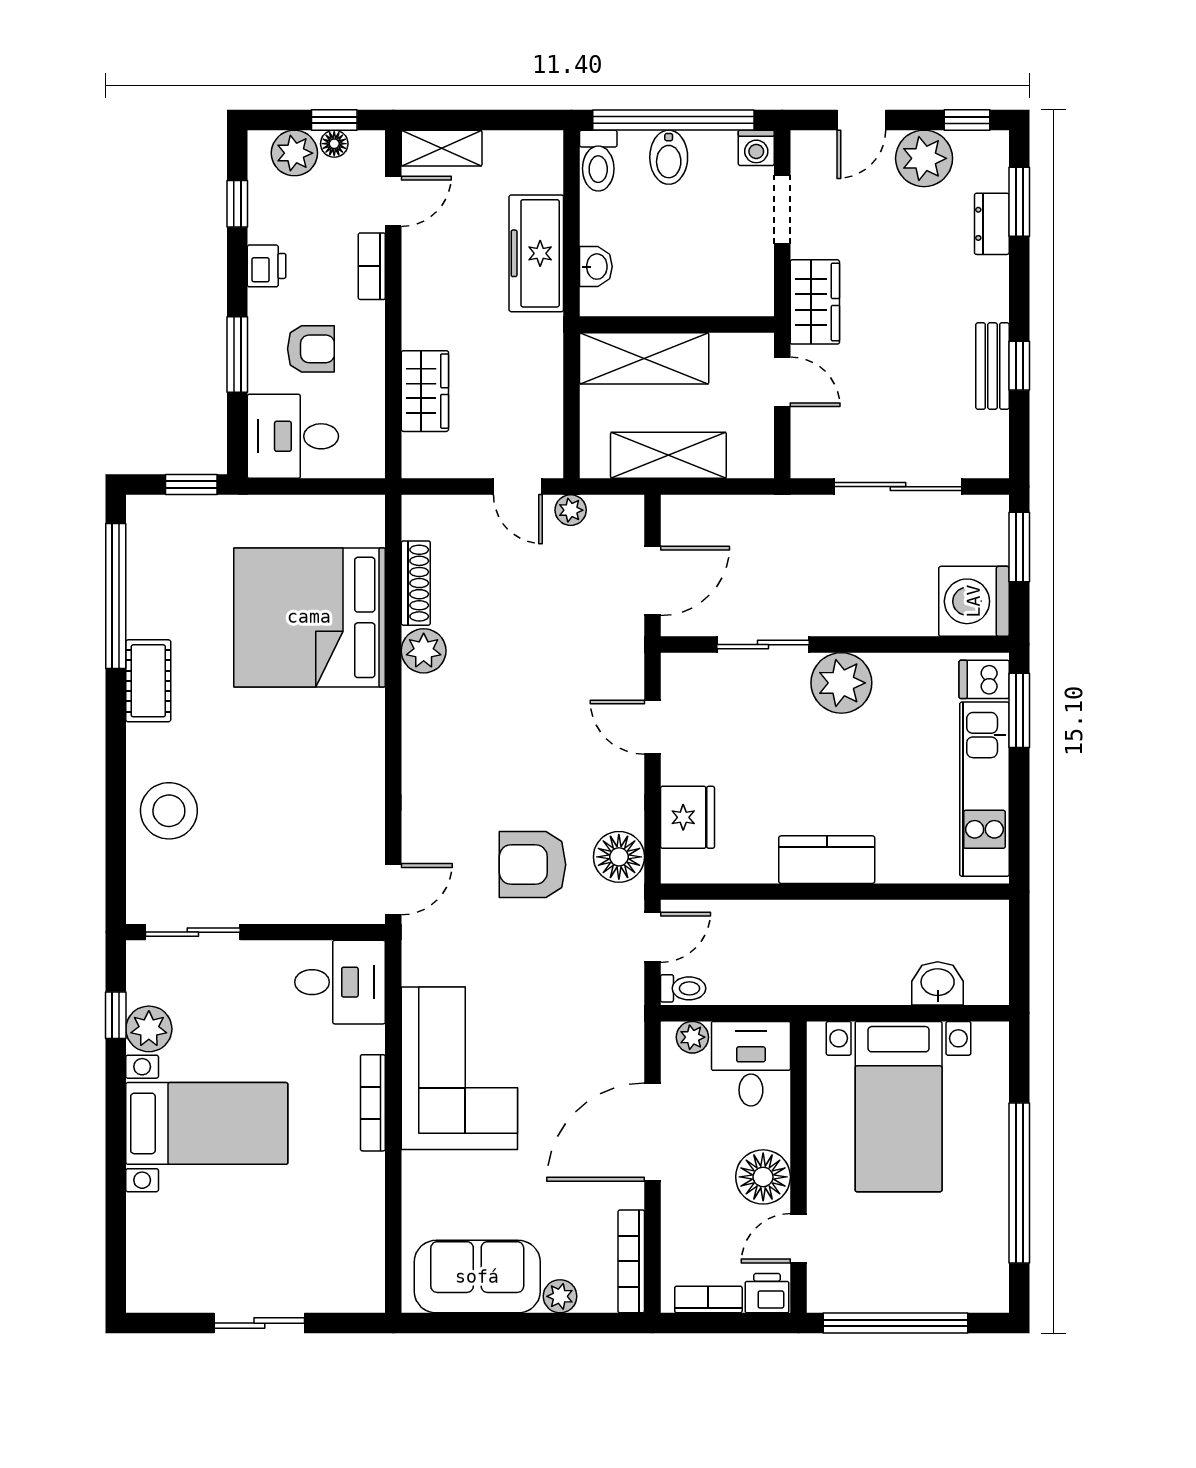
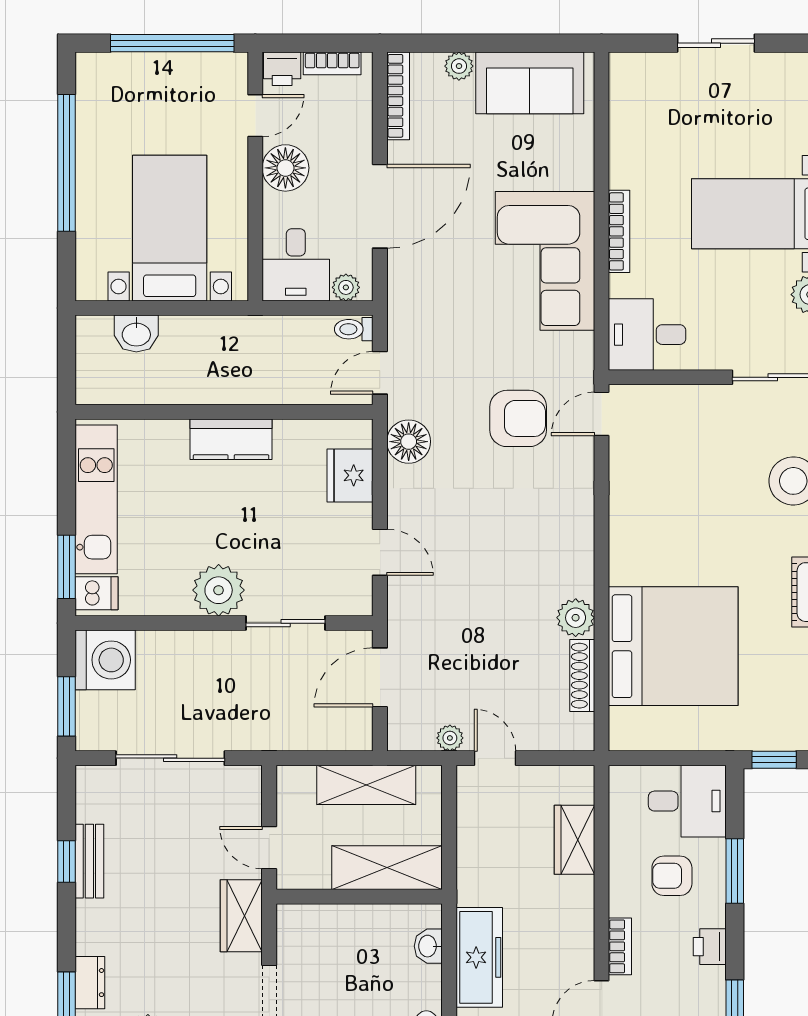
armchair: (533, 865) -> (518, 418), moved

